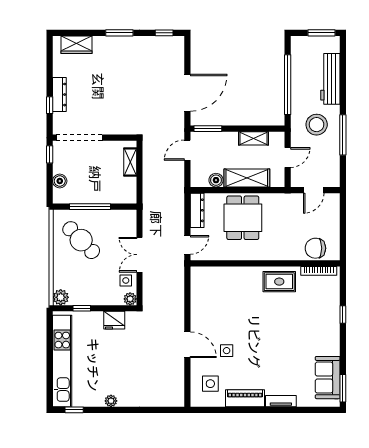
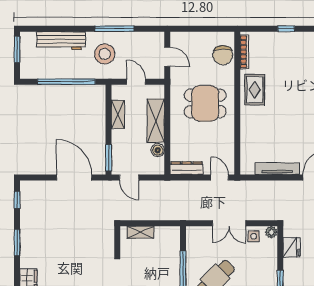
dining table: (243, 218) -> (205, 103), moved
tv unit: (197, 305) -> (277, 169), added

